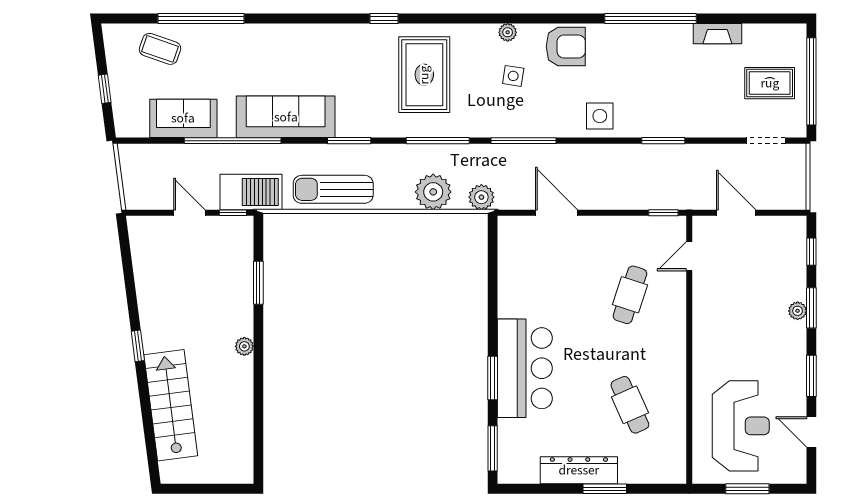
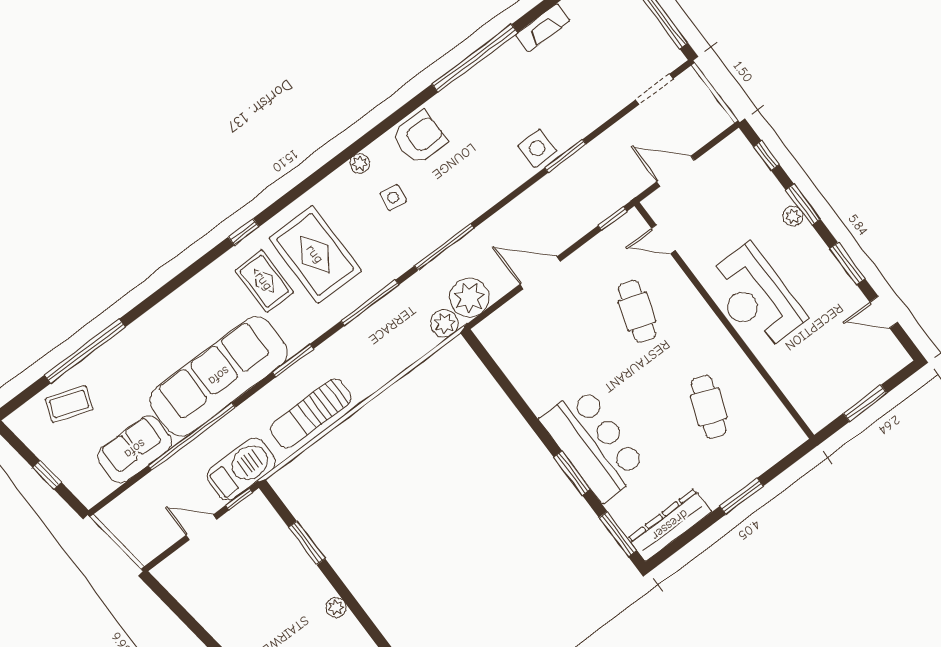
rug: (770, 83) -> (264, 281), moved, turned 90
side table: (600, 116) -> (537, 148), moved
sofa: (286, 117) -> (219, 376), width x1.36, depth x1.27
plant: (433, 192) -> (469, 298), moved
door: (556, 213) -> (540, 273), moved
door: (689, 256) -> (663, 239), hinge flipped
cafe table: (630, 405) -> (709, 407), turned 45
reception desk: (741, 426) -> (755, 297), moved, turned 180
dresser: (579, 470) -> (670, 525), moved

